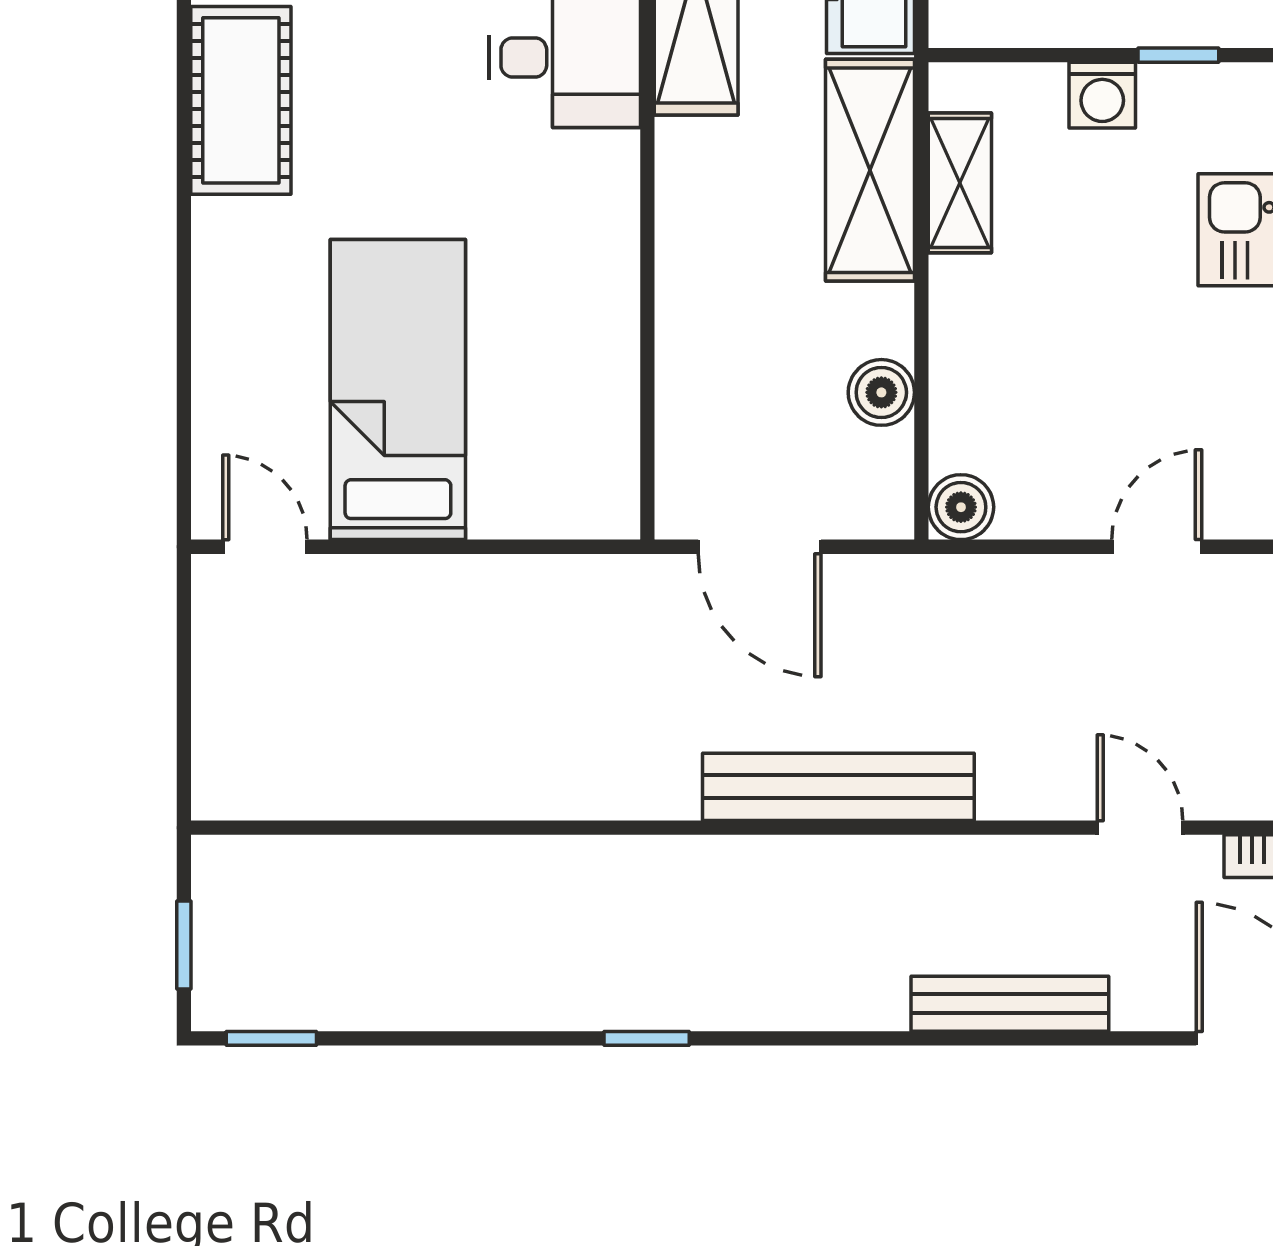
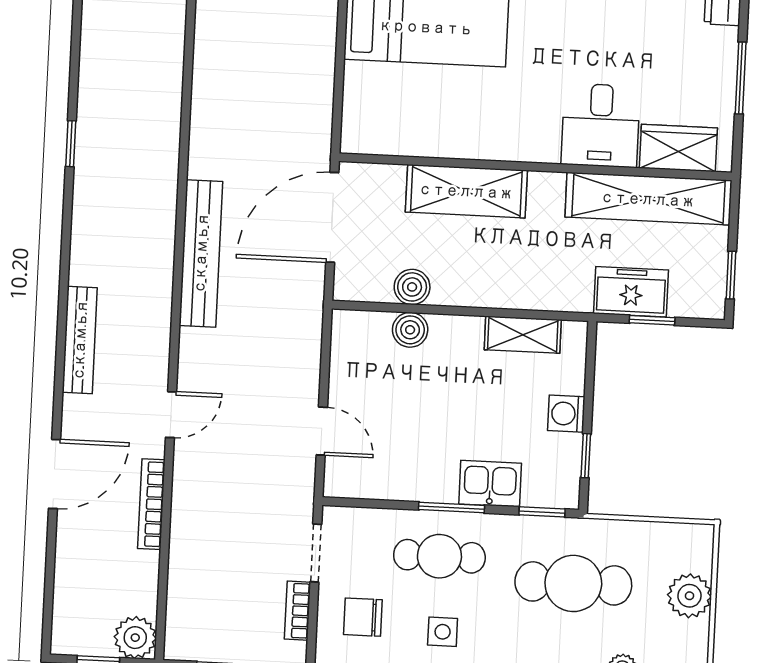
shelving: (870, 170) -> (466, 191), moved
boiler: (961, 507) -> (410, 330), moved
door: (760, 547) -> (332, 217), width x1.36

